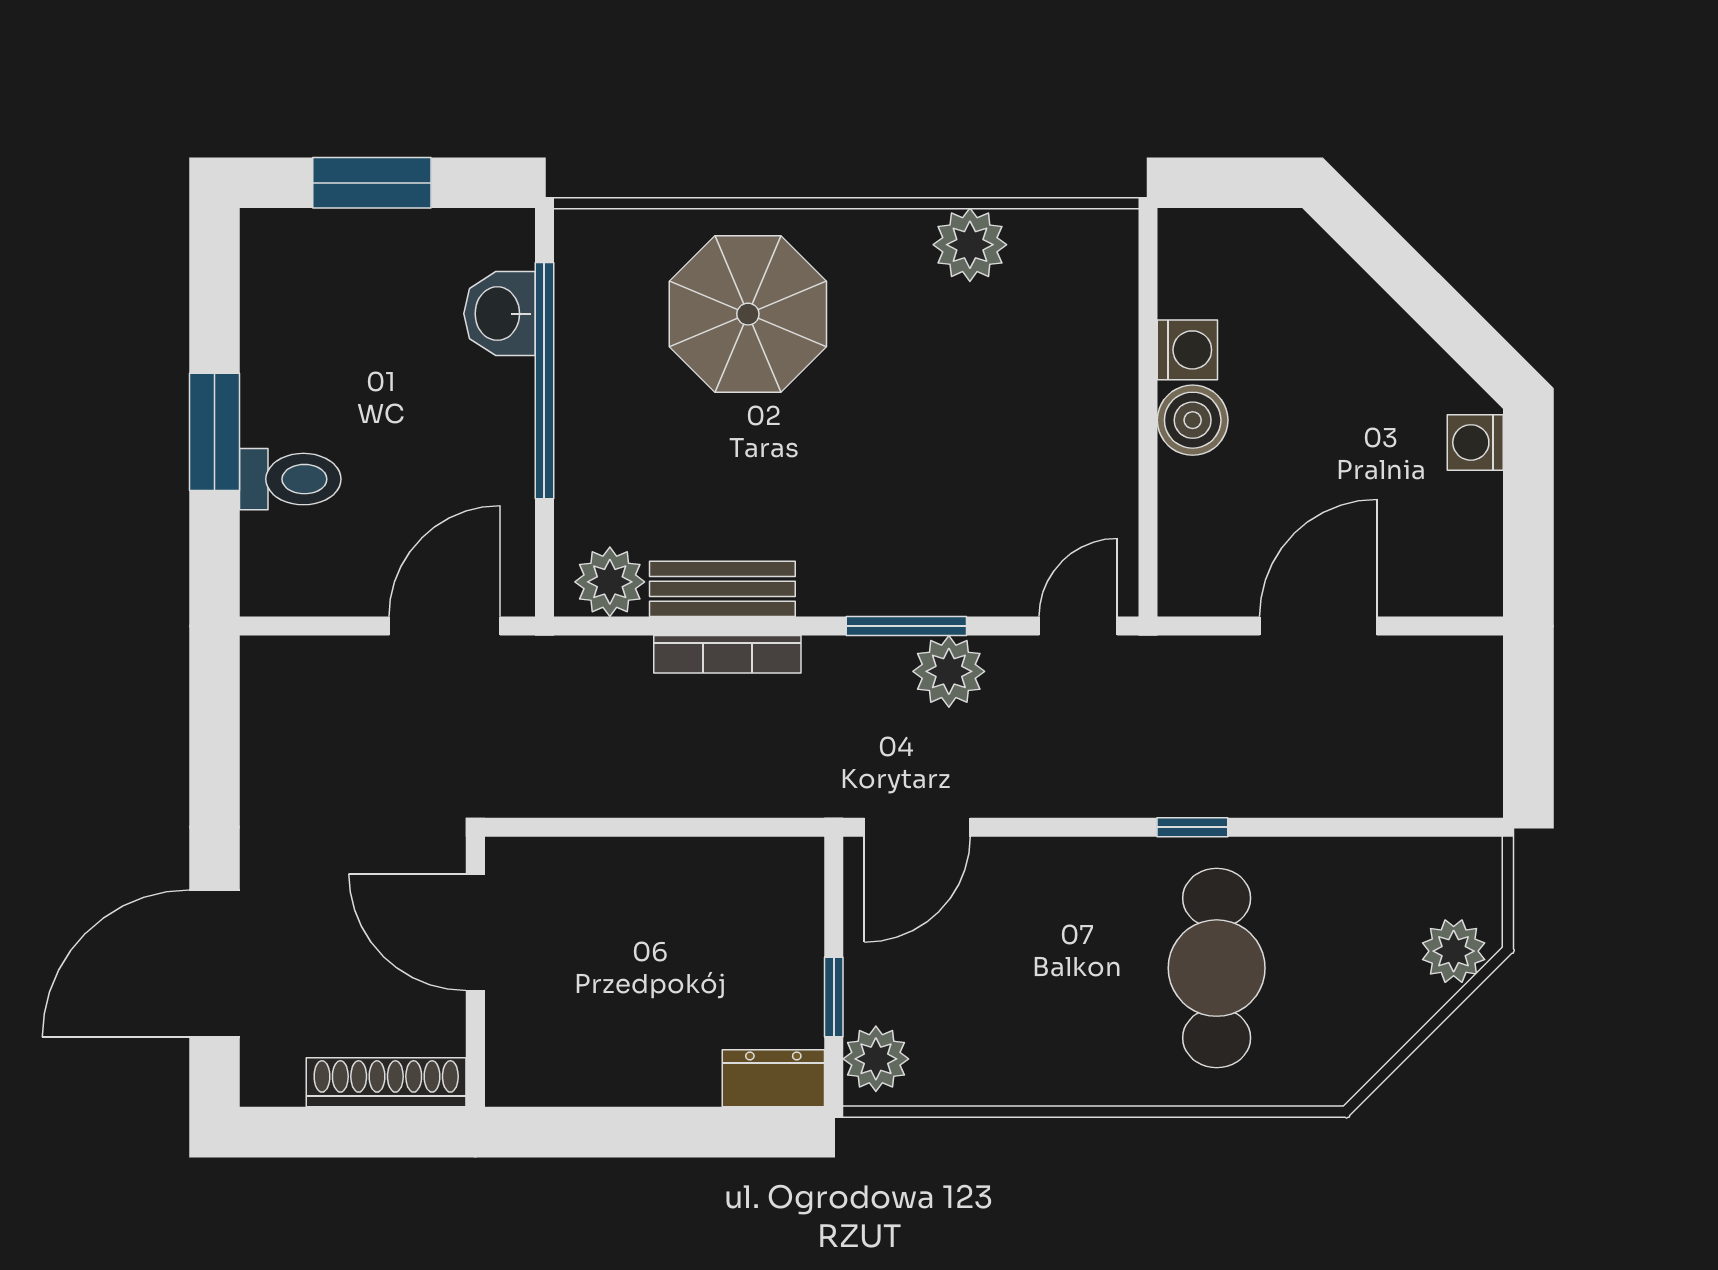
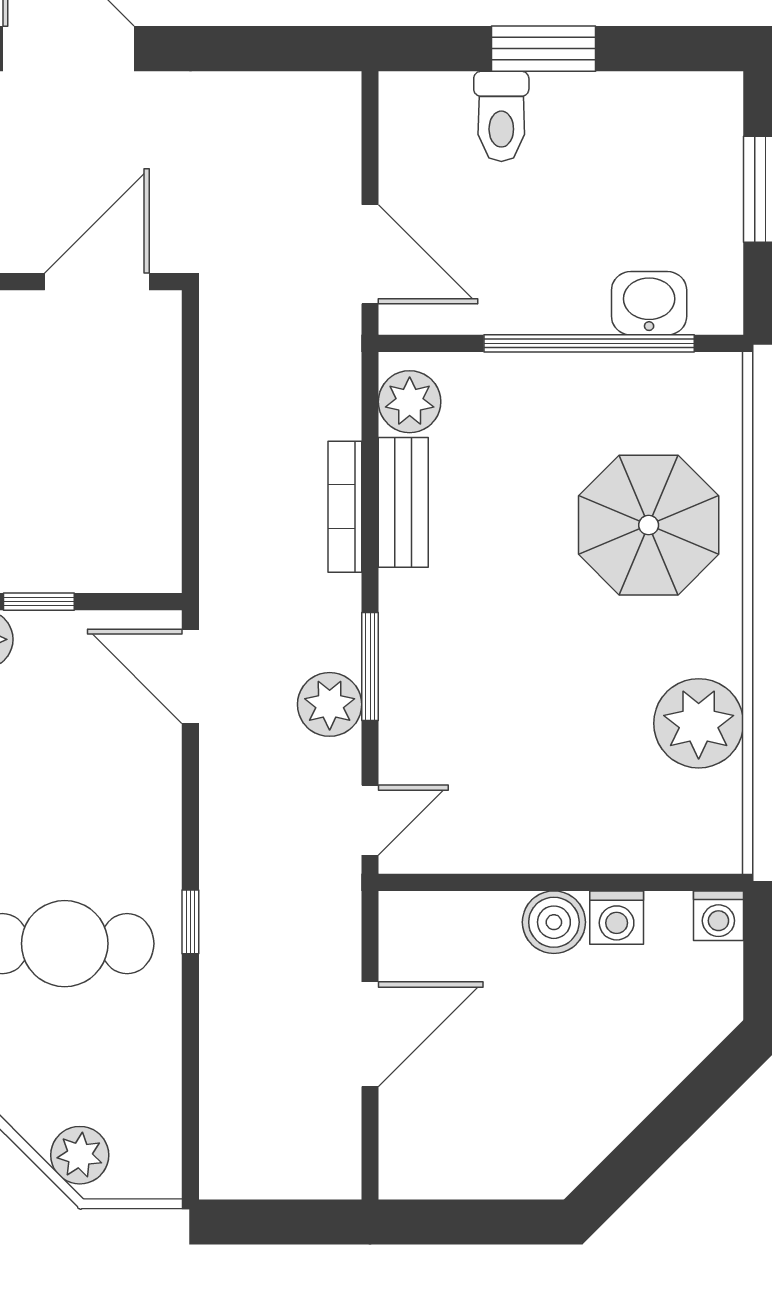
plant: (970, 245) -> (699, 723), width x1.36, depth x1.36
washing machine: (1475, 442) -> (718, 916), moved, turned 180
door: (1078, 626) -> (370, 820), hinge flipped
door: (1318, 626) -> (370, 1034), hinge flipped

